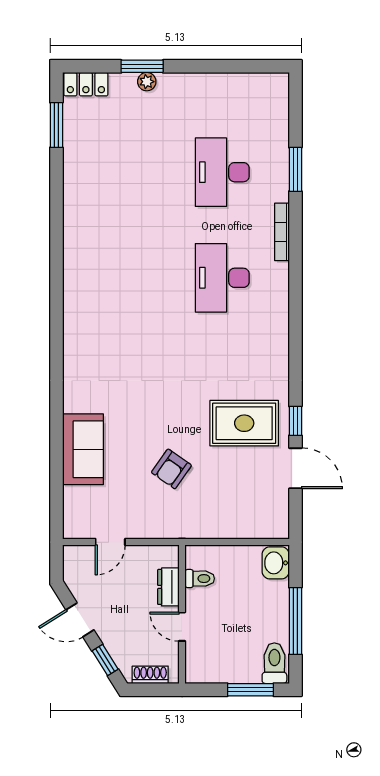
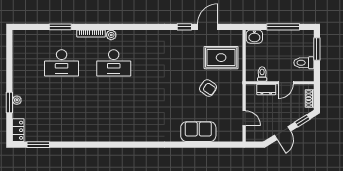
plant: (279, 273) -> (111, 35), added
rug: (244, 423) -> (221, 58), moved, turned 90
toilet: (274, 663) -> (304, 63), moved

